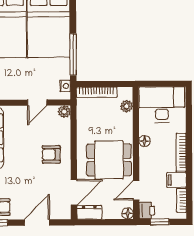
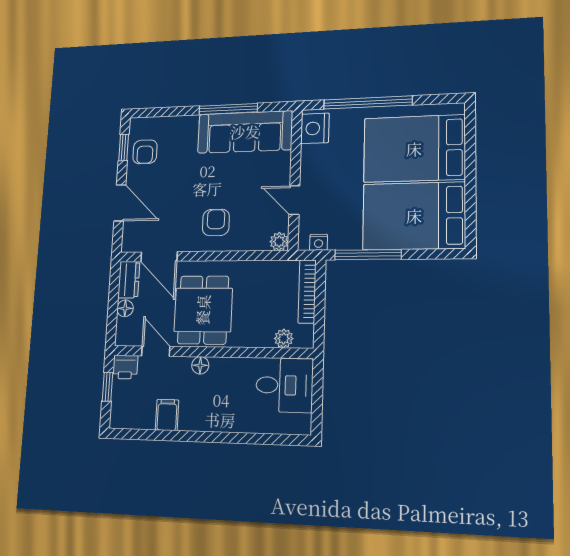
desk: (162, 105) -> (284, 385), width x0.73
floor lamp: (144, 141) -> (200, 365), moved
bookcase: (181, 152) -> (208, 424), removed
bookcase: (181, 200) -> (136, 422), removed
floor lamp: (128, 213) -> (125, 308), moved

